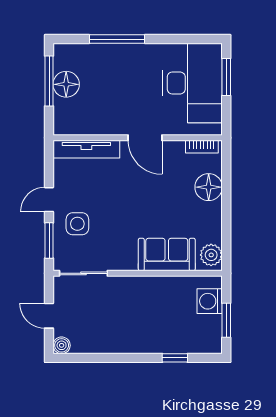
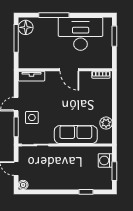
desk: (192, 83) -> (81, 34), moved, turned -90
floor lamp: (66, 84) -> (26, 27), moved
tv unit: (86, 149) -> (32, 76), width x0.71
floor lamp: (209, 187) -> (105, 97), removed
sofa: (167, 255) -> (76, 135), width x1.36
plant: (211, 255) -> (106, 123), moved

